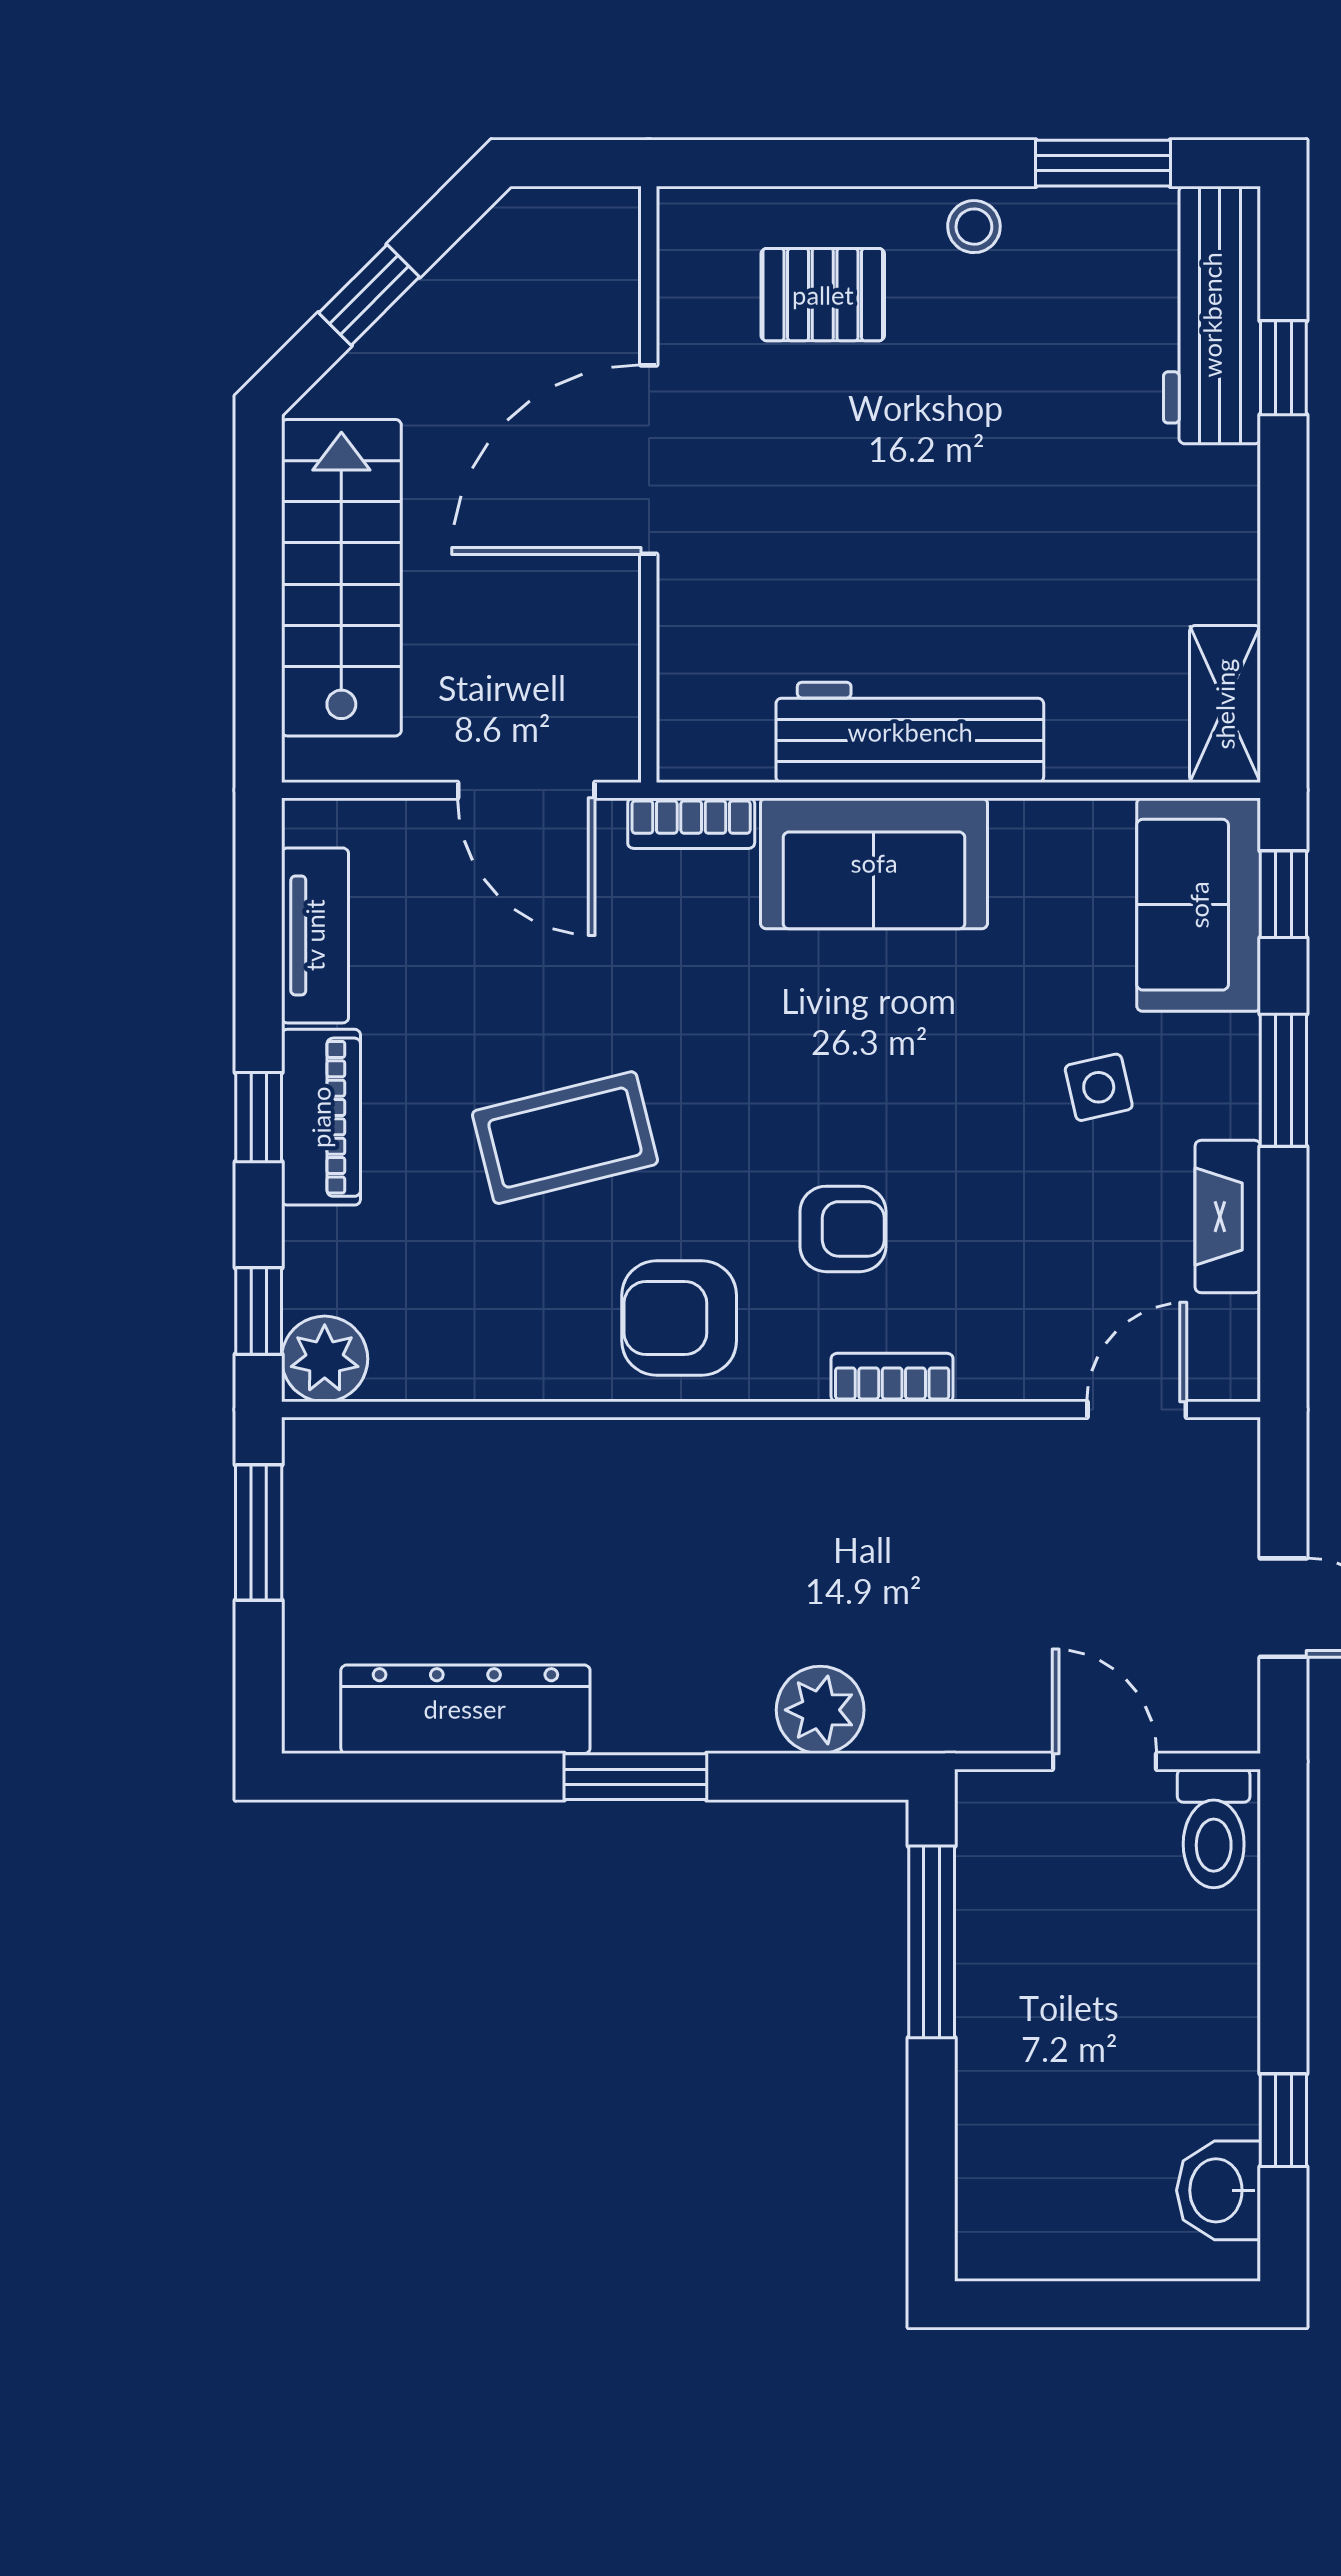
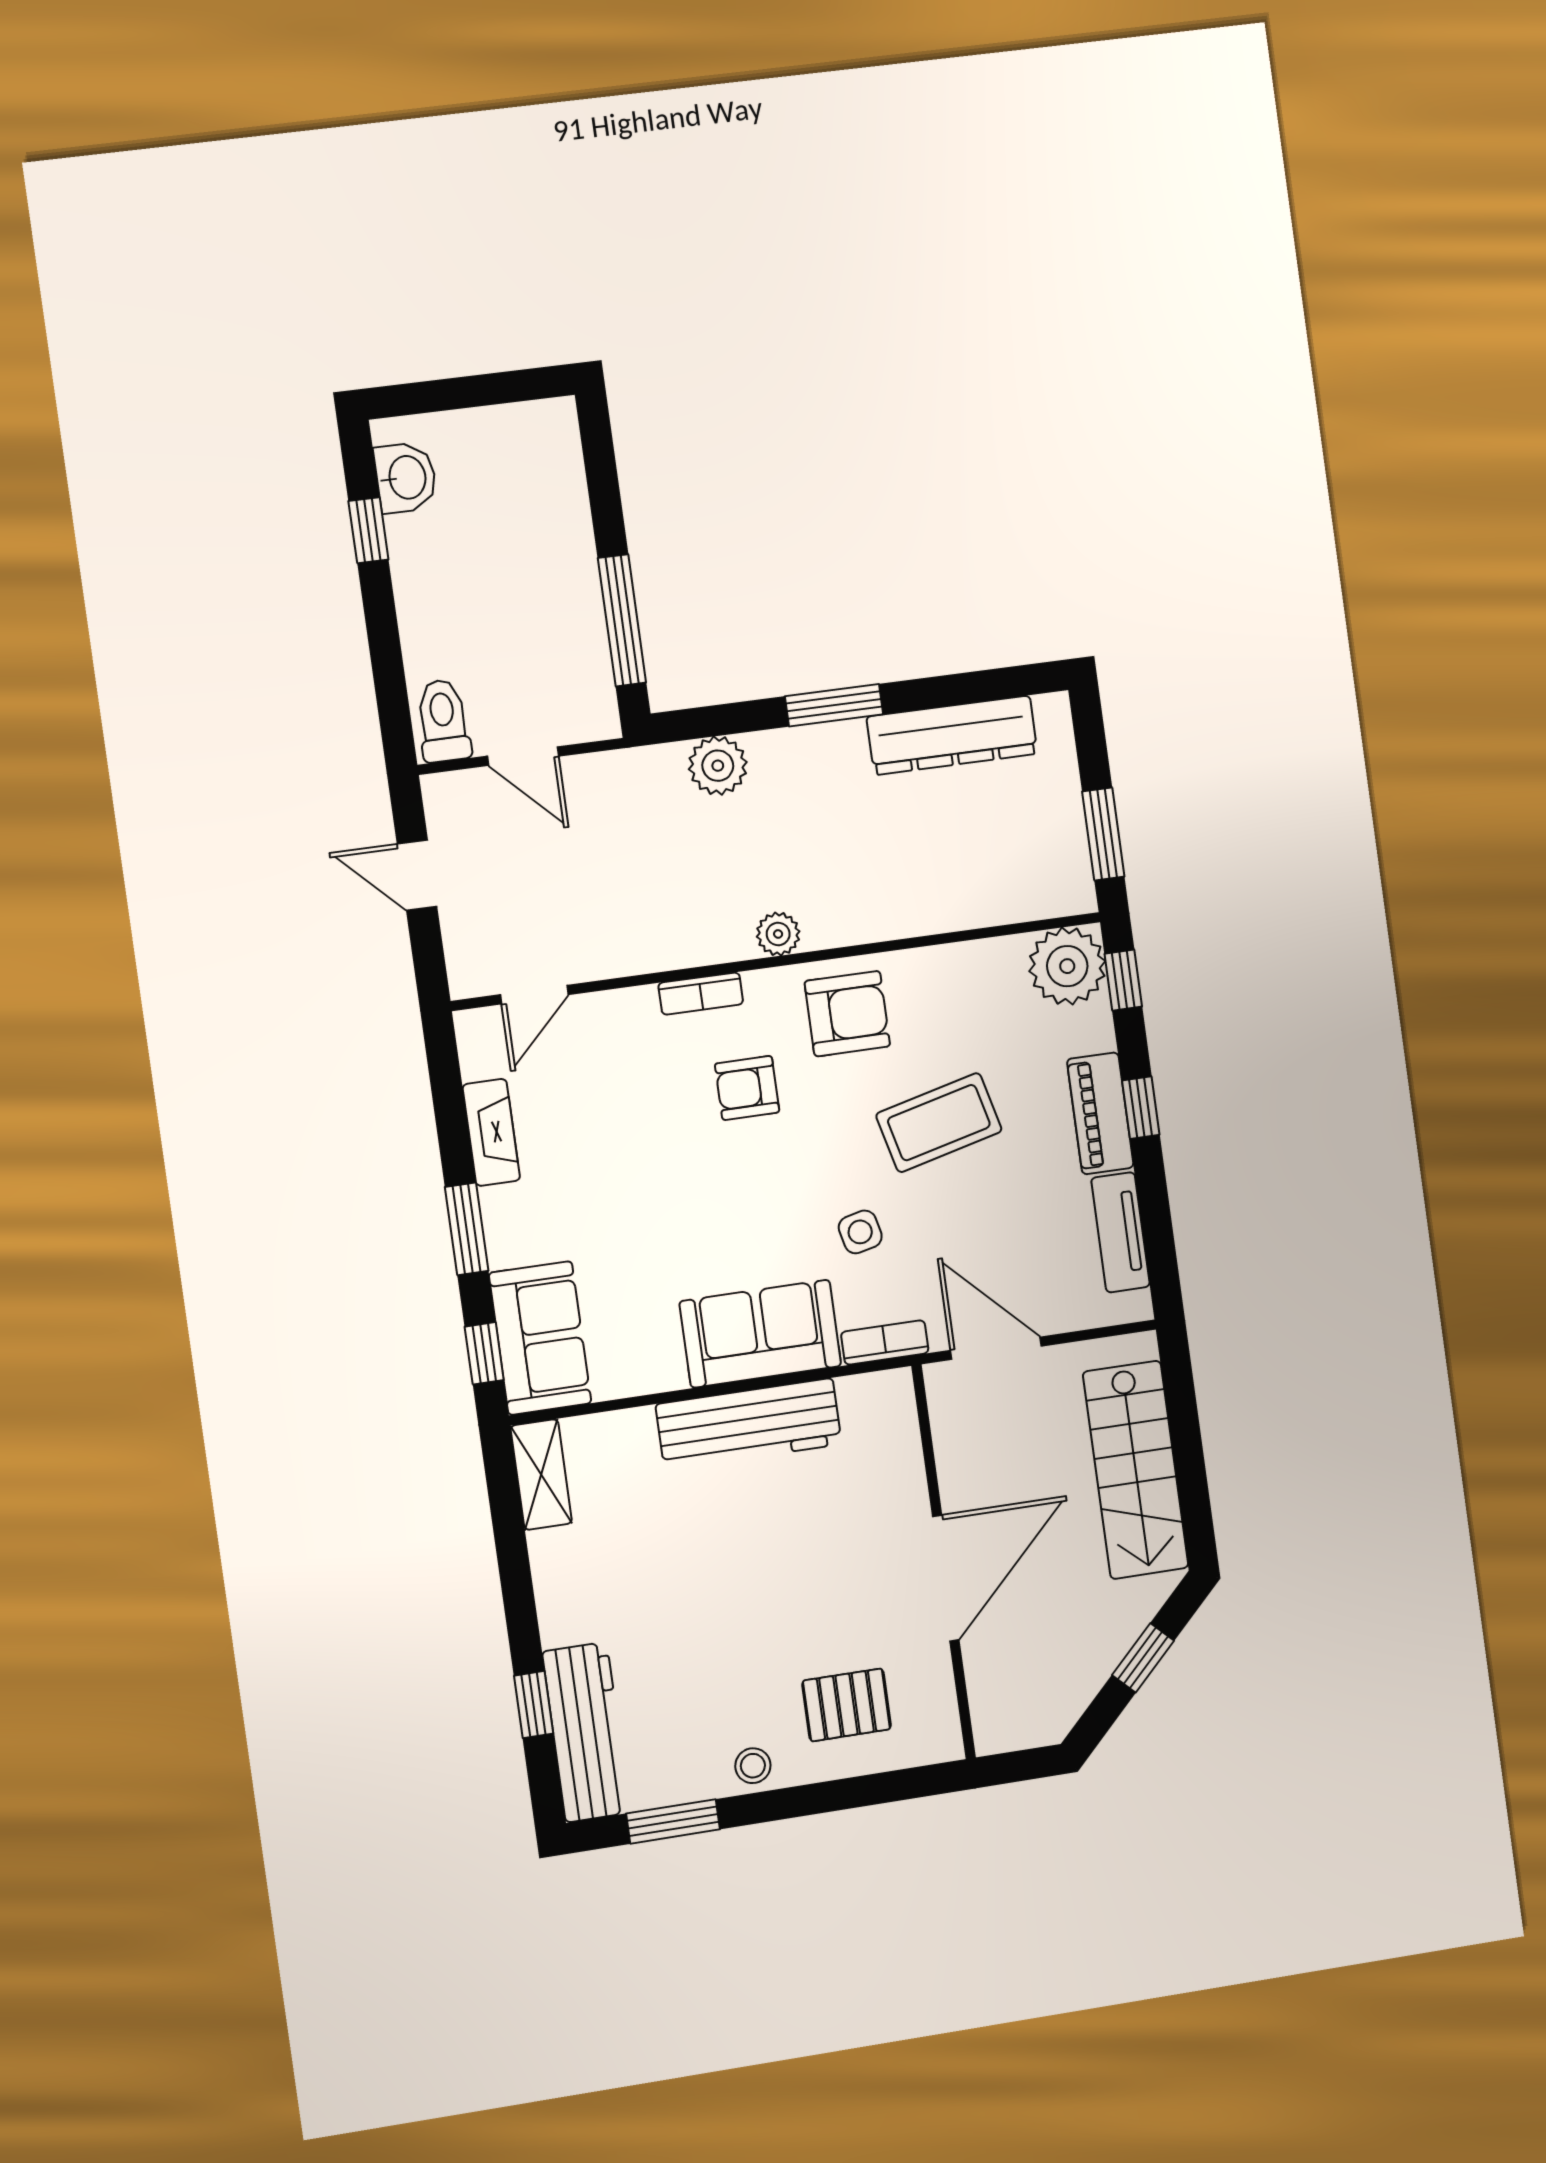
side table: (1099, 1087) -> (860, 1232), moved
plant: (325, 1359) -> (1067, 966), width x1.36, depth x1.36
plant: (765, 1450) -> (778, 934), added

